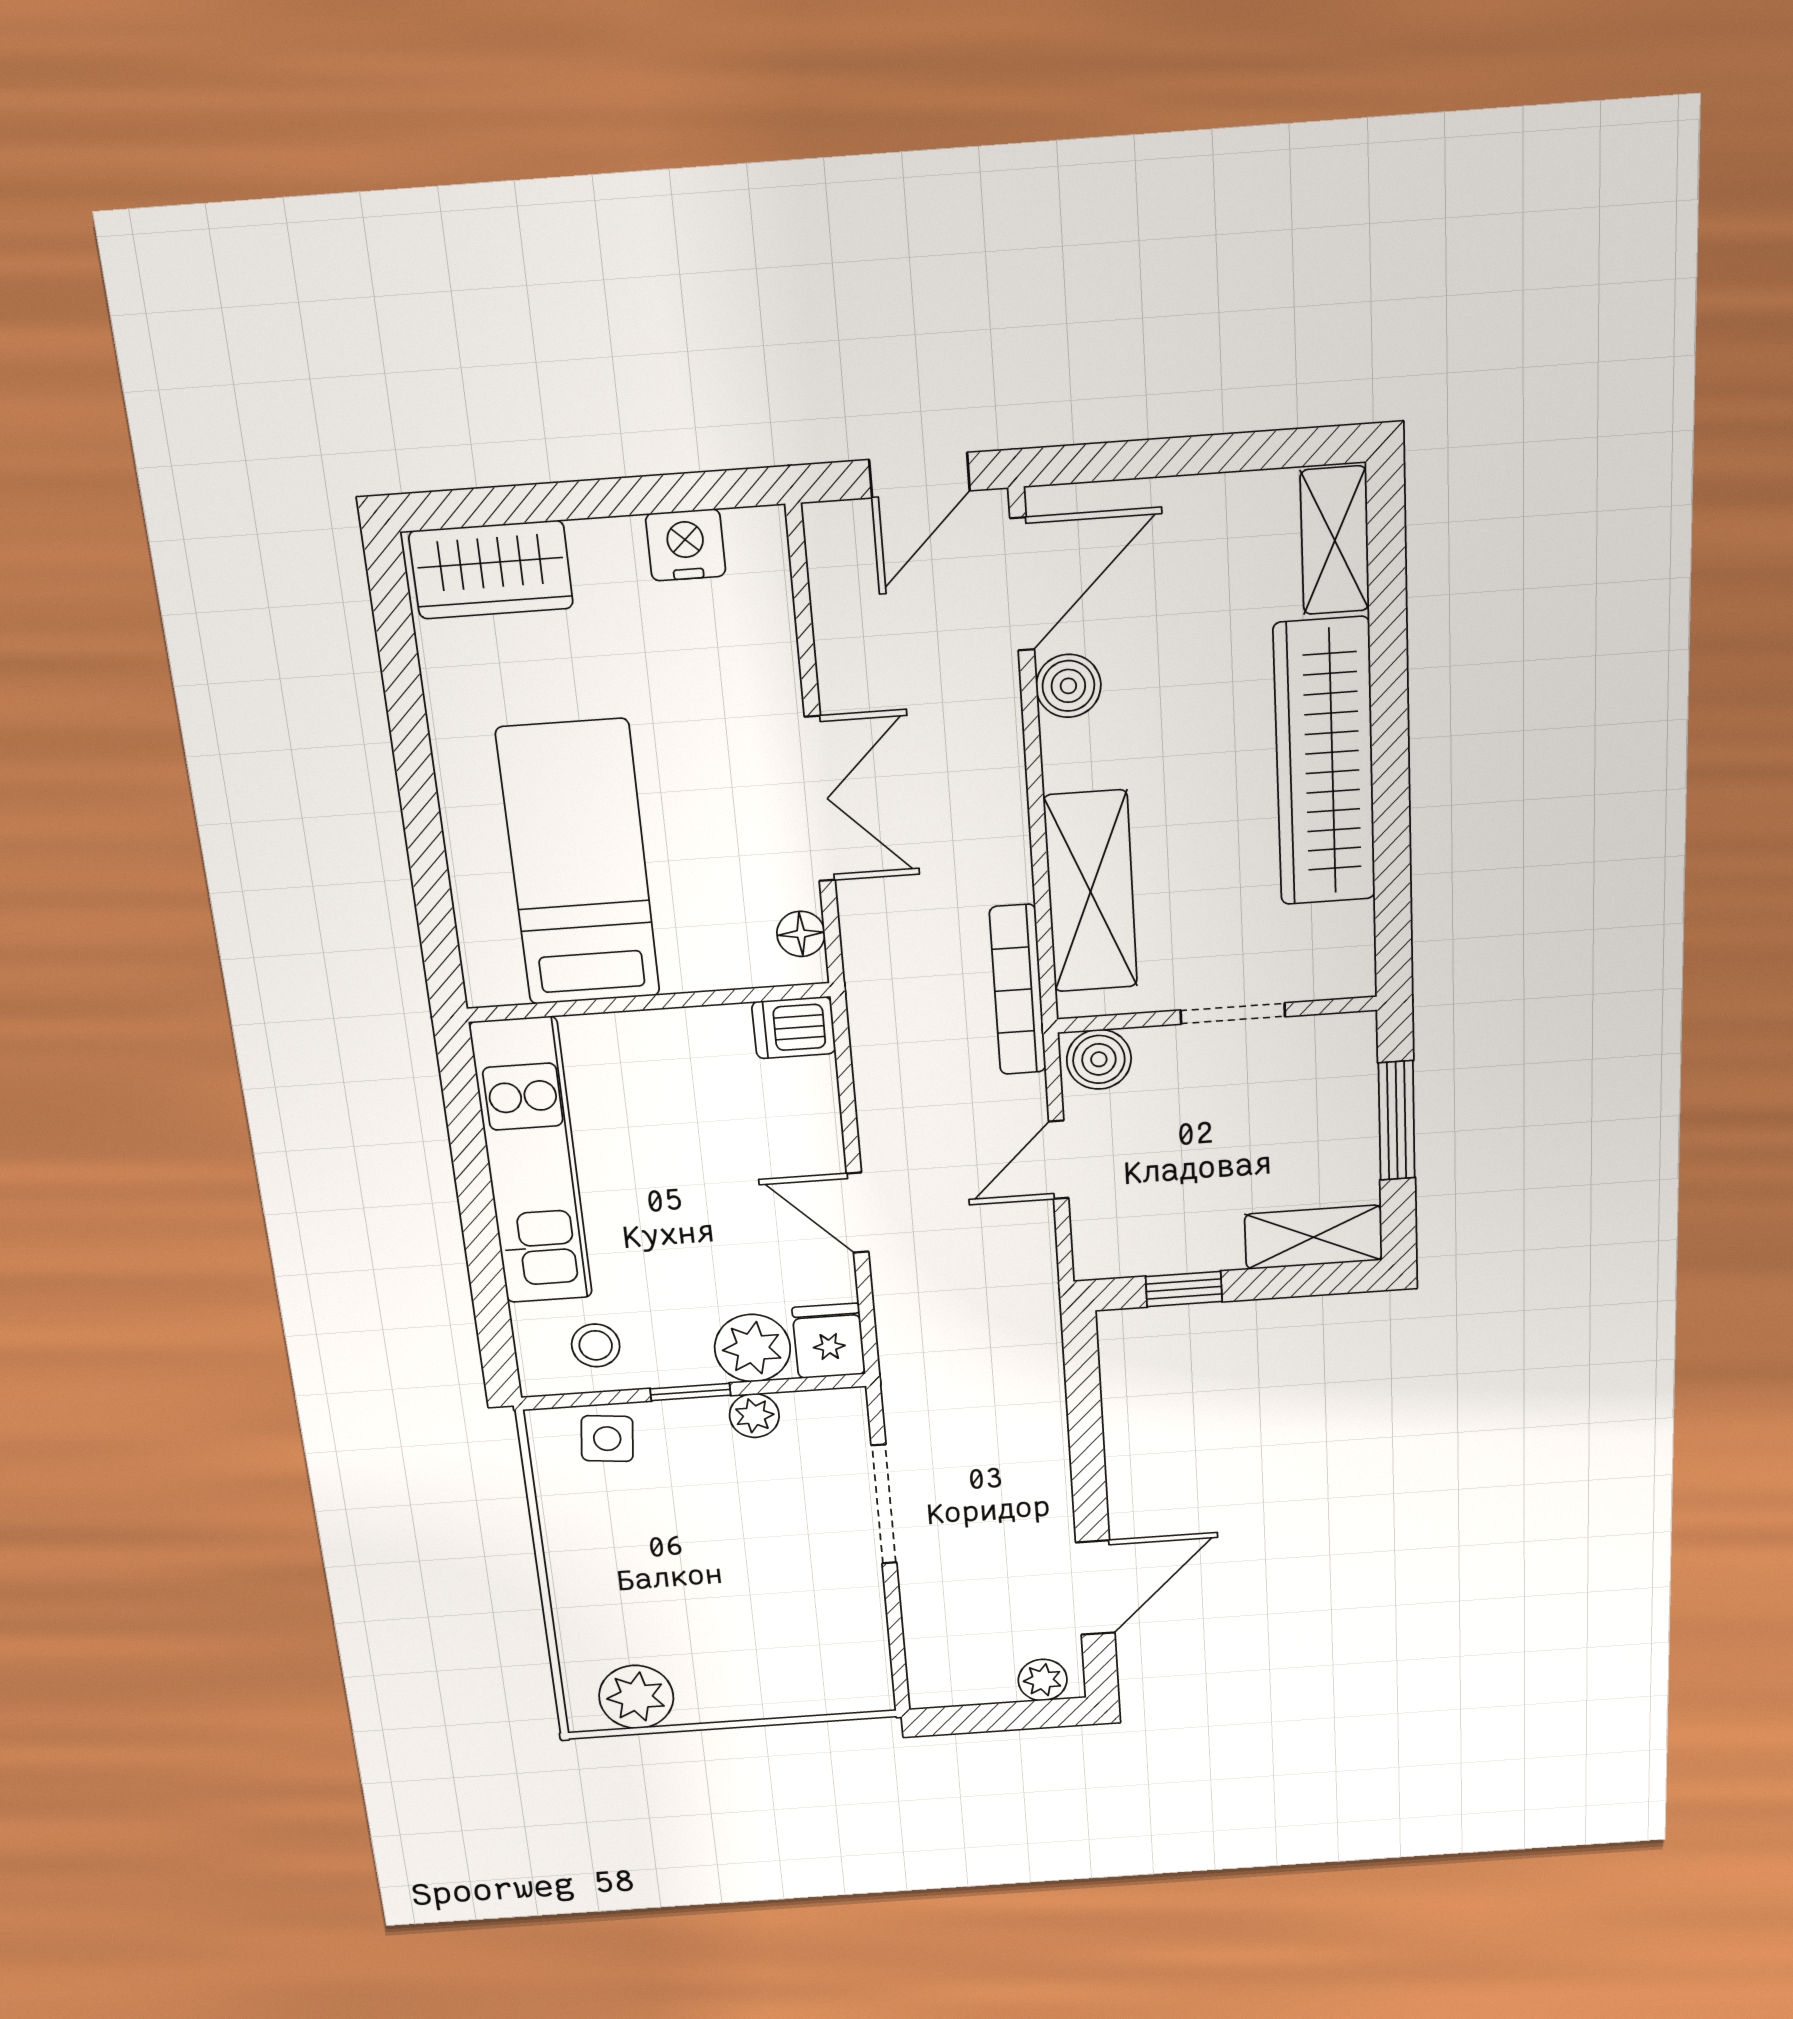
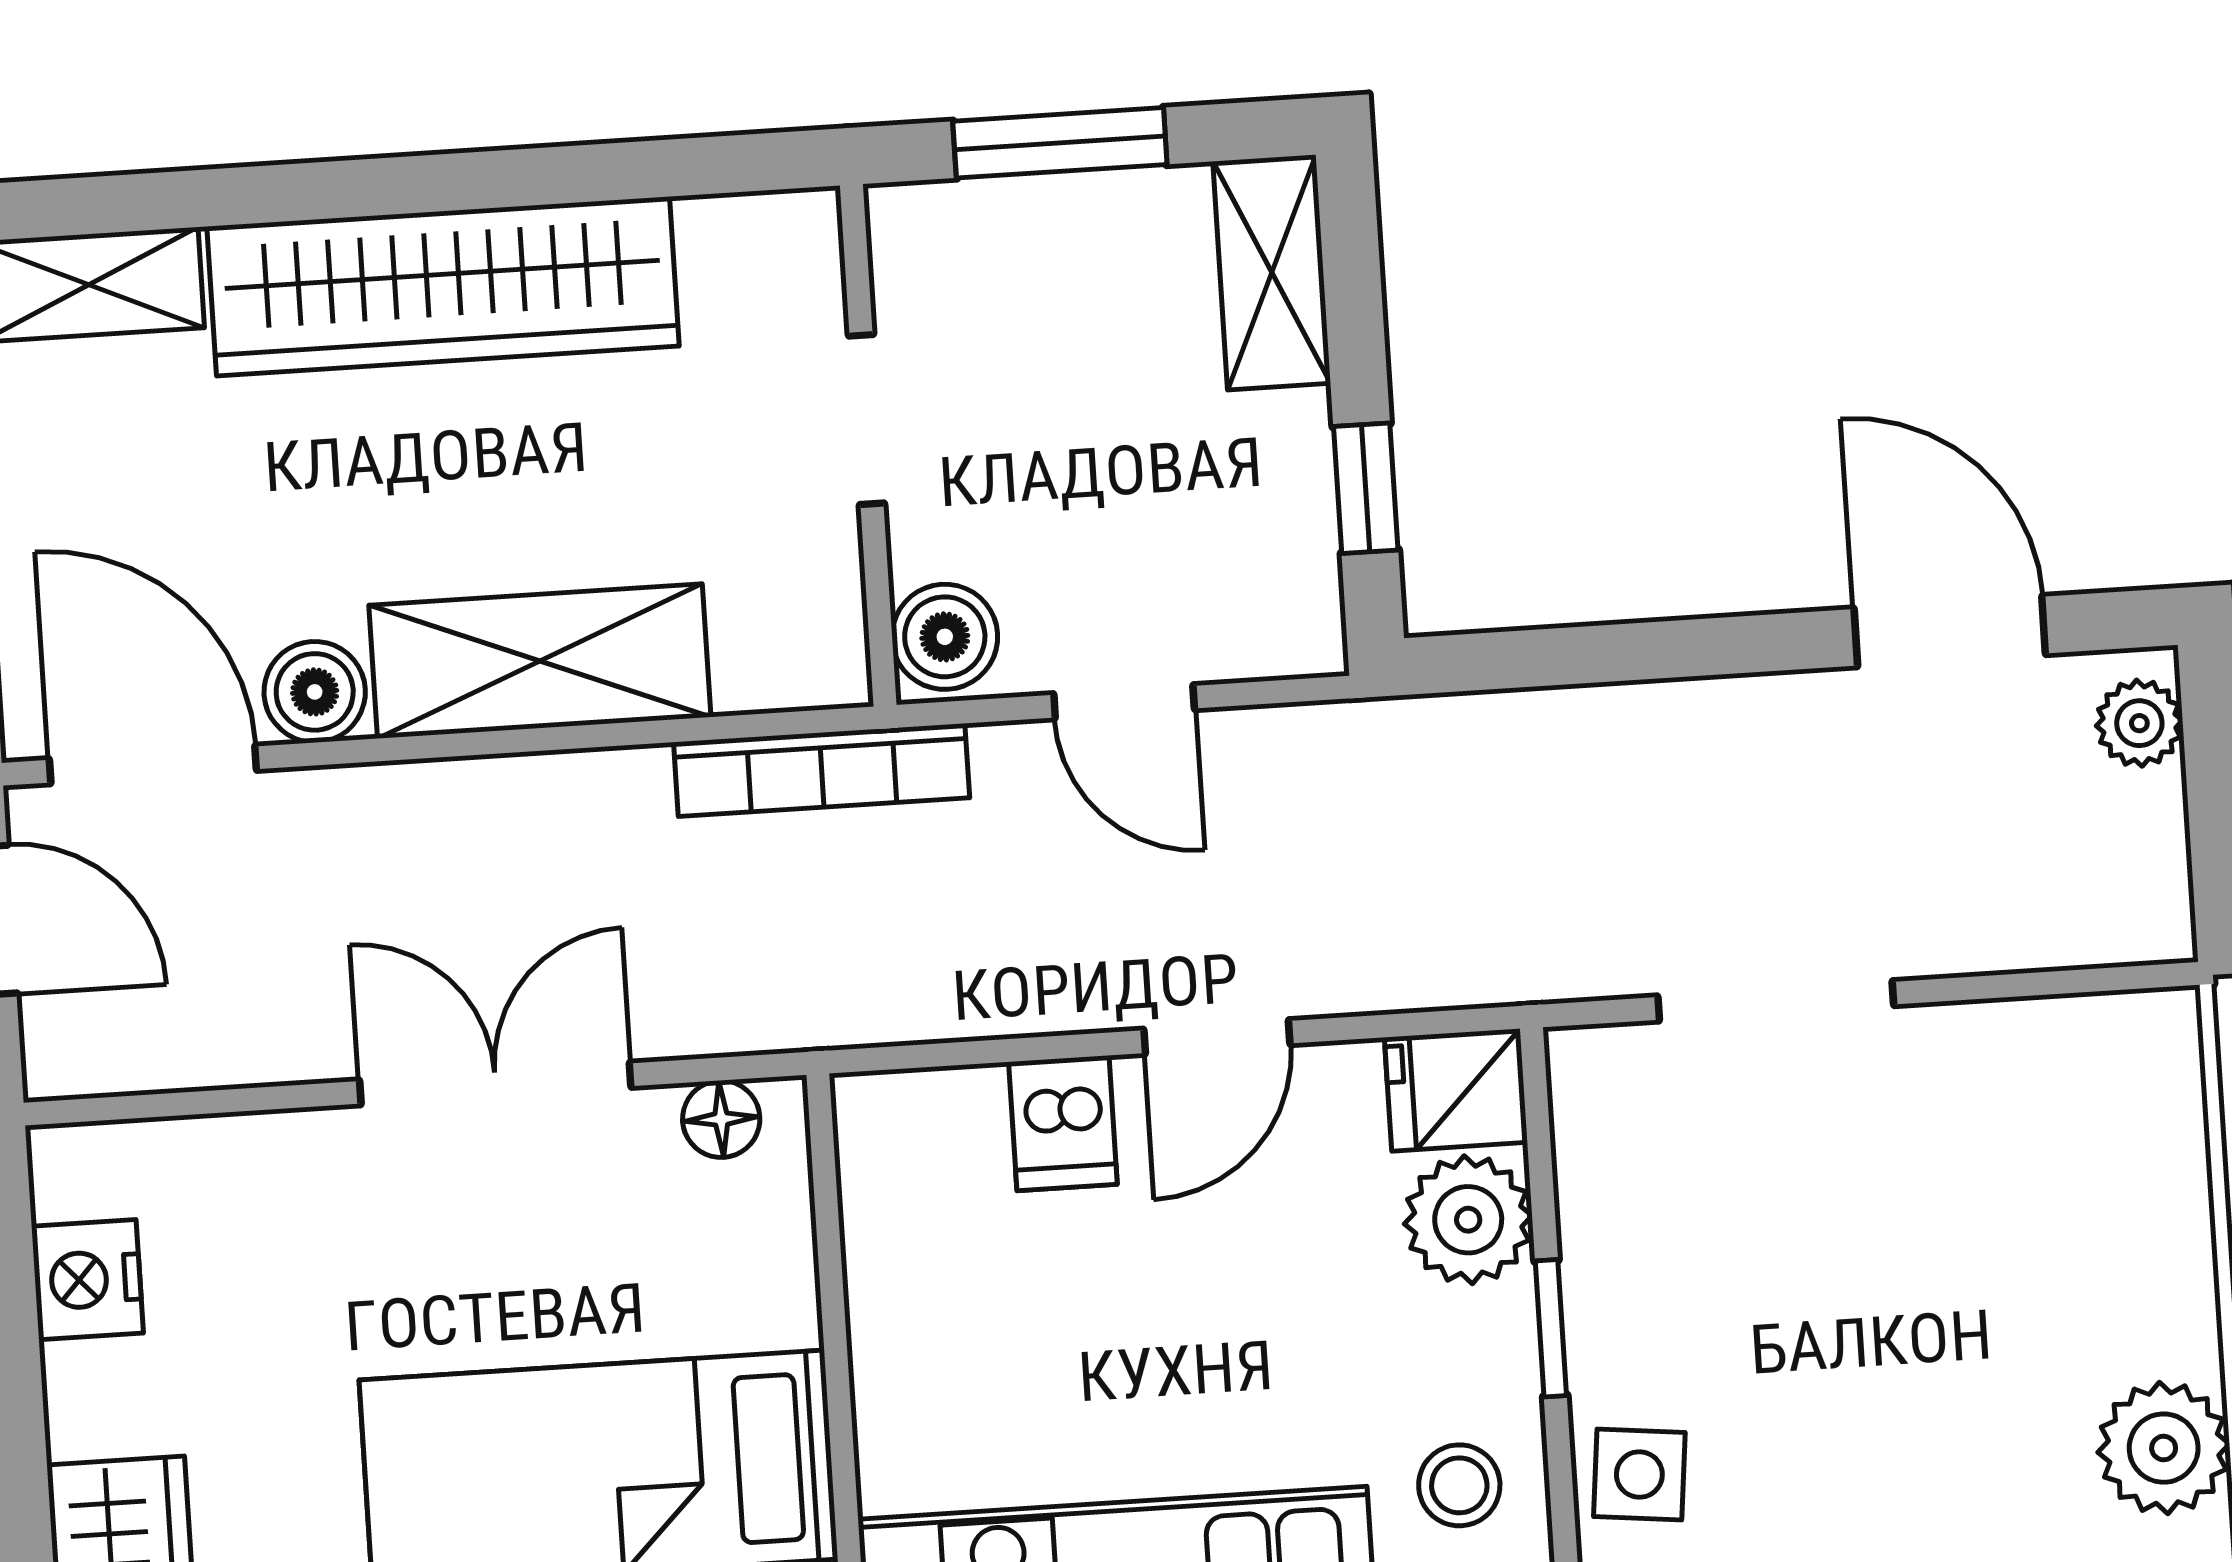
shelving: (1091, 892) -> (540, 661), moved
dishwasher: (794, 1028) -> (1063, 1123), moved
plant: (754, 1416) -> (1598, 1221), removed

